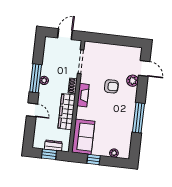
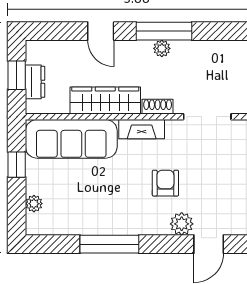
armchair: (111, 86) -> (165, 183), turned 180
door: (32, 110) -> (101, 31), hinge flipped
sofa: (83, 137) -> (71, 139), width x1.36

